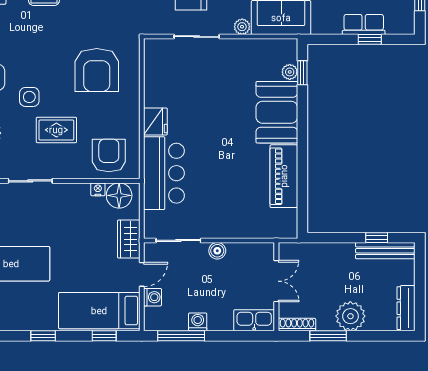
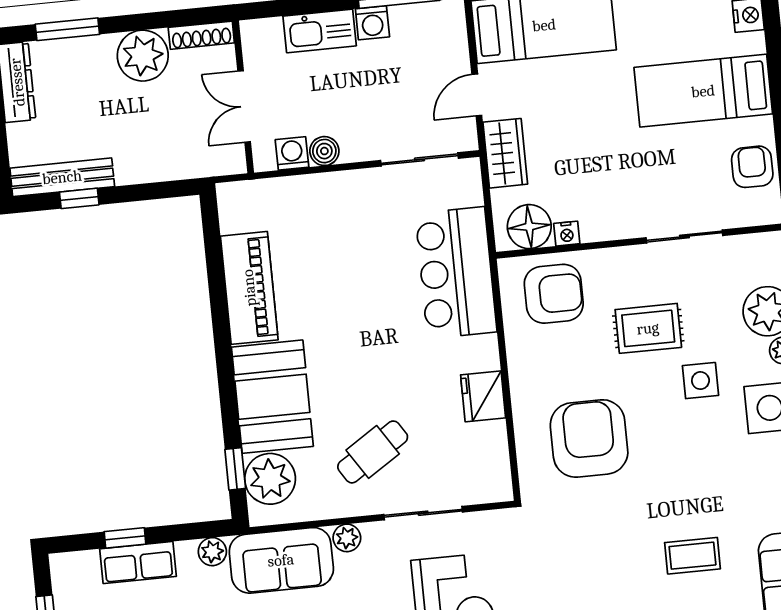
plant: (320, 26) -> (212, 552), added
plant: (290, 72) -> (270, 479), width x1.88, depth x1.88
cafe table: (222, 75) -> (373, 452), added
fridge: (155, 121) -> (483, 396), moved
armchair: (109, 155) -> (554, 294), turned -90
boiler: (217, 251) -> (324, 151), moved
washing machine: (152, 297) -> (292, 153), moved, turned 90
plant: (350, 316) -> (143, 56), moved
kitchen sink: (254, 320) -> (320, 31), moved
window: (328, 336) -> (67, 29), moved

